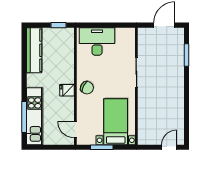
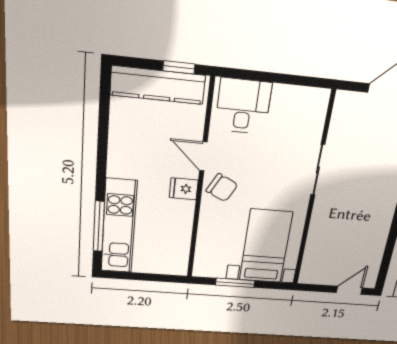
desk: (97, 41) -> (243, 106), width x0.73
kitchen counter: (34, 50) -> (158, 85), moved, turned 90
door: (75, 130) -> (203, 156), moved

